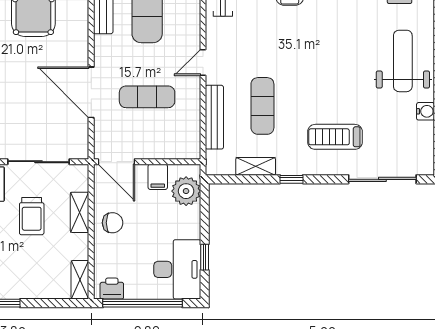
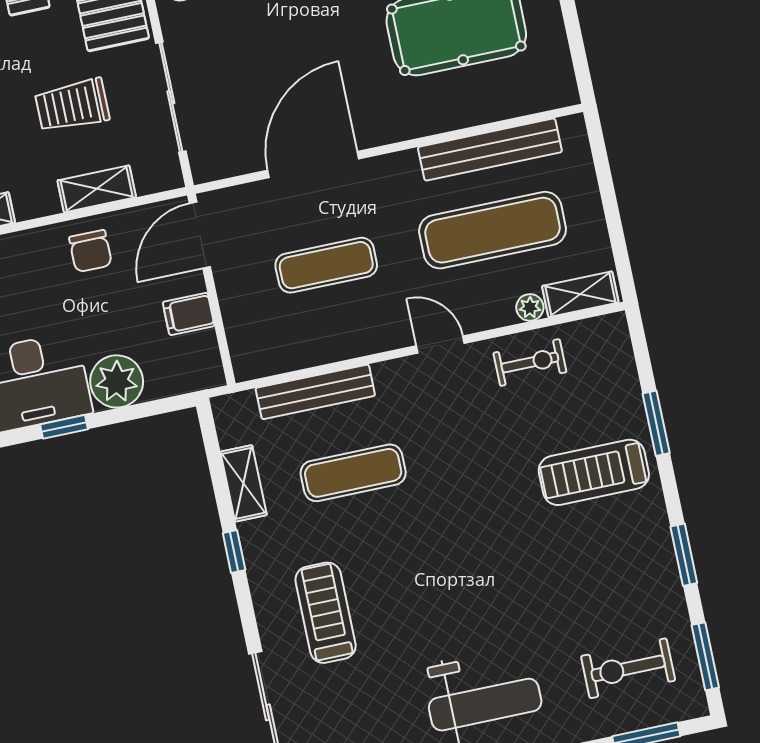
door: (203, 63) -> (440, 345), moved
exercise mat: (147, 97) -> (326, 265), turned 90
plant: (186, 191) -> (117, 381), moved

